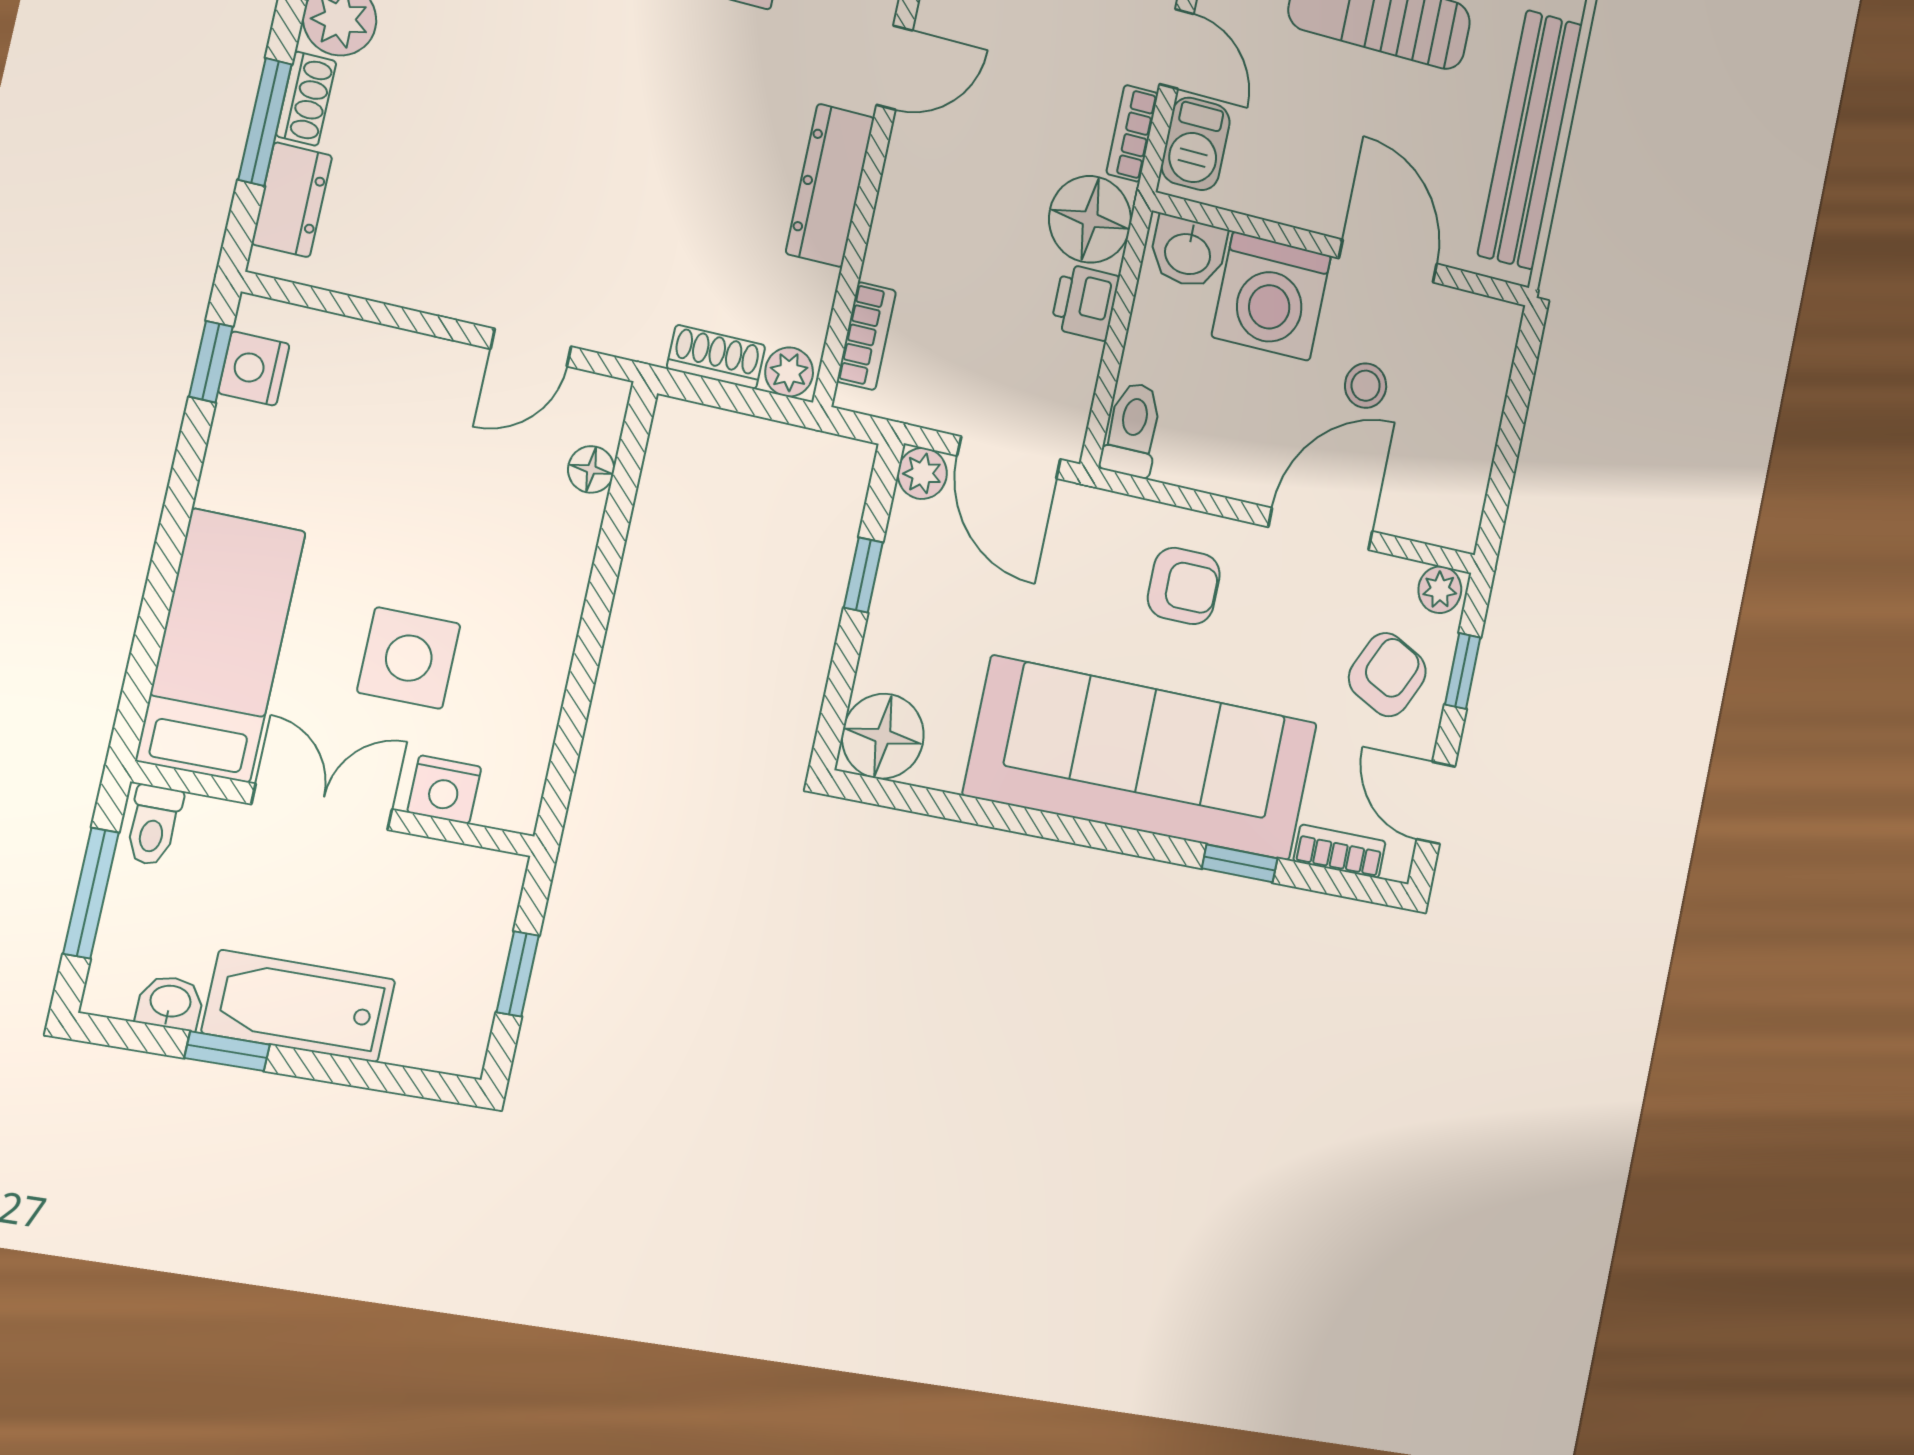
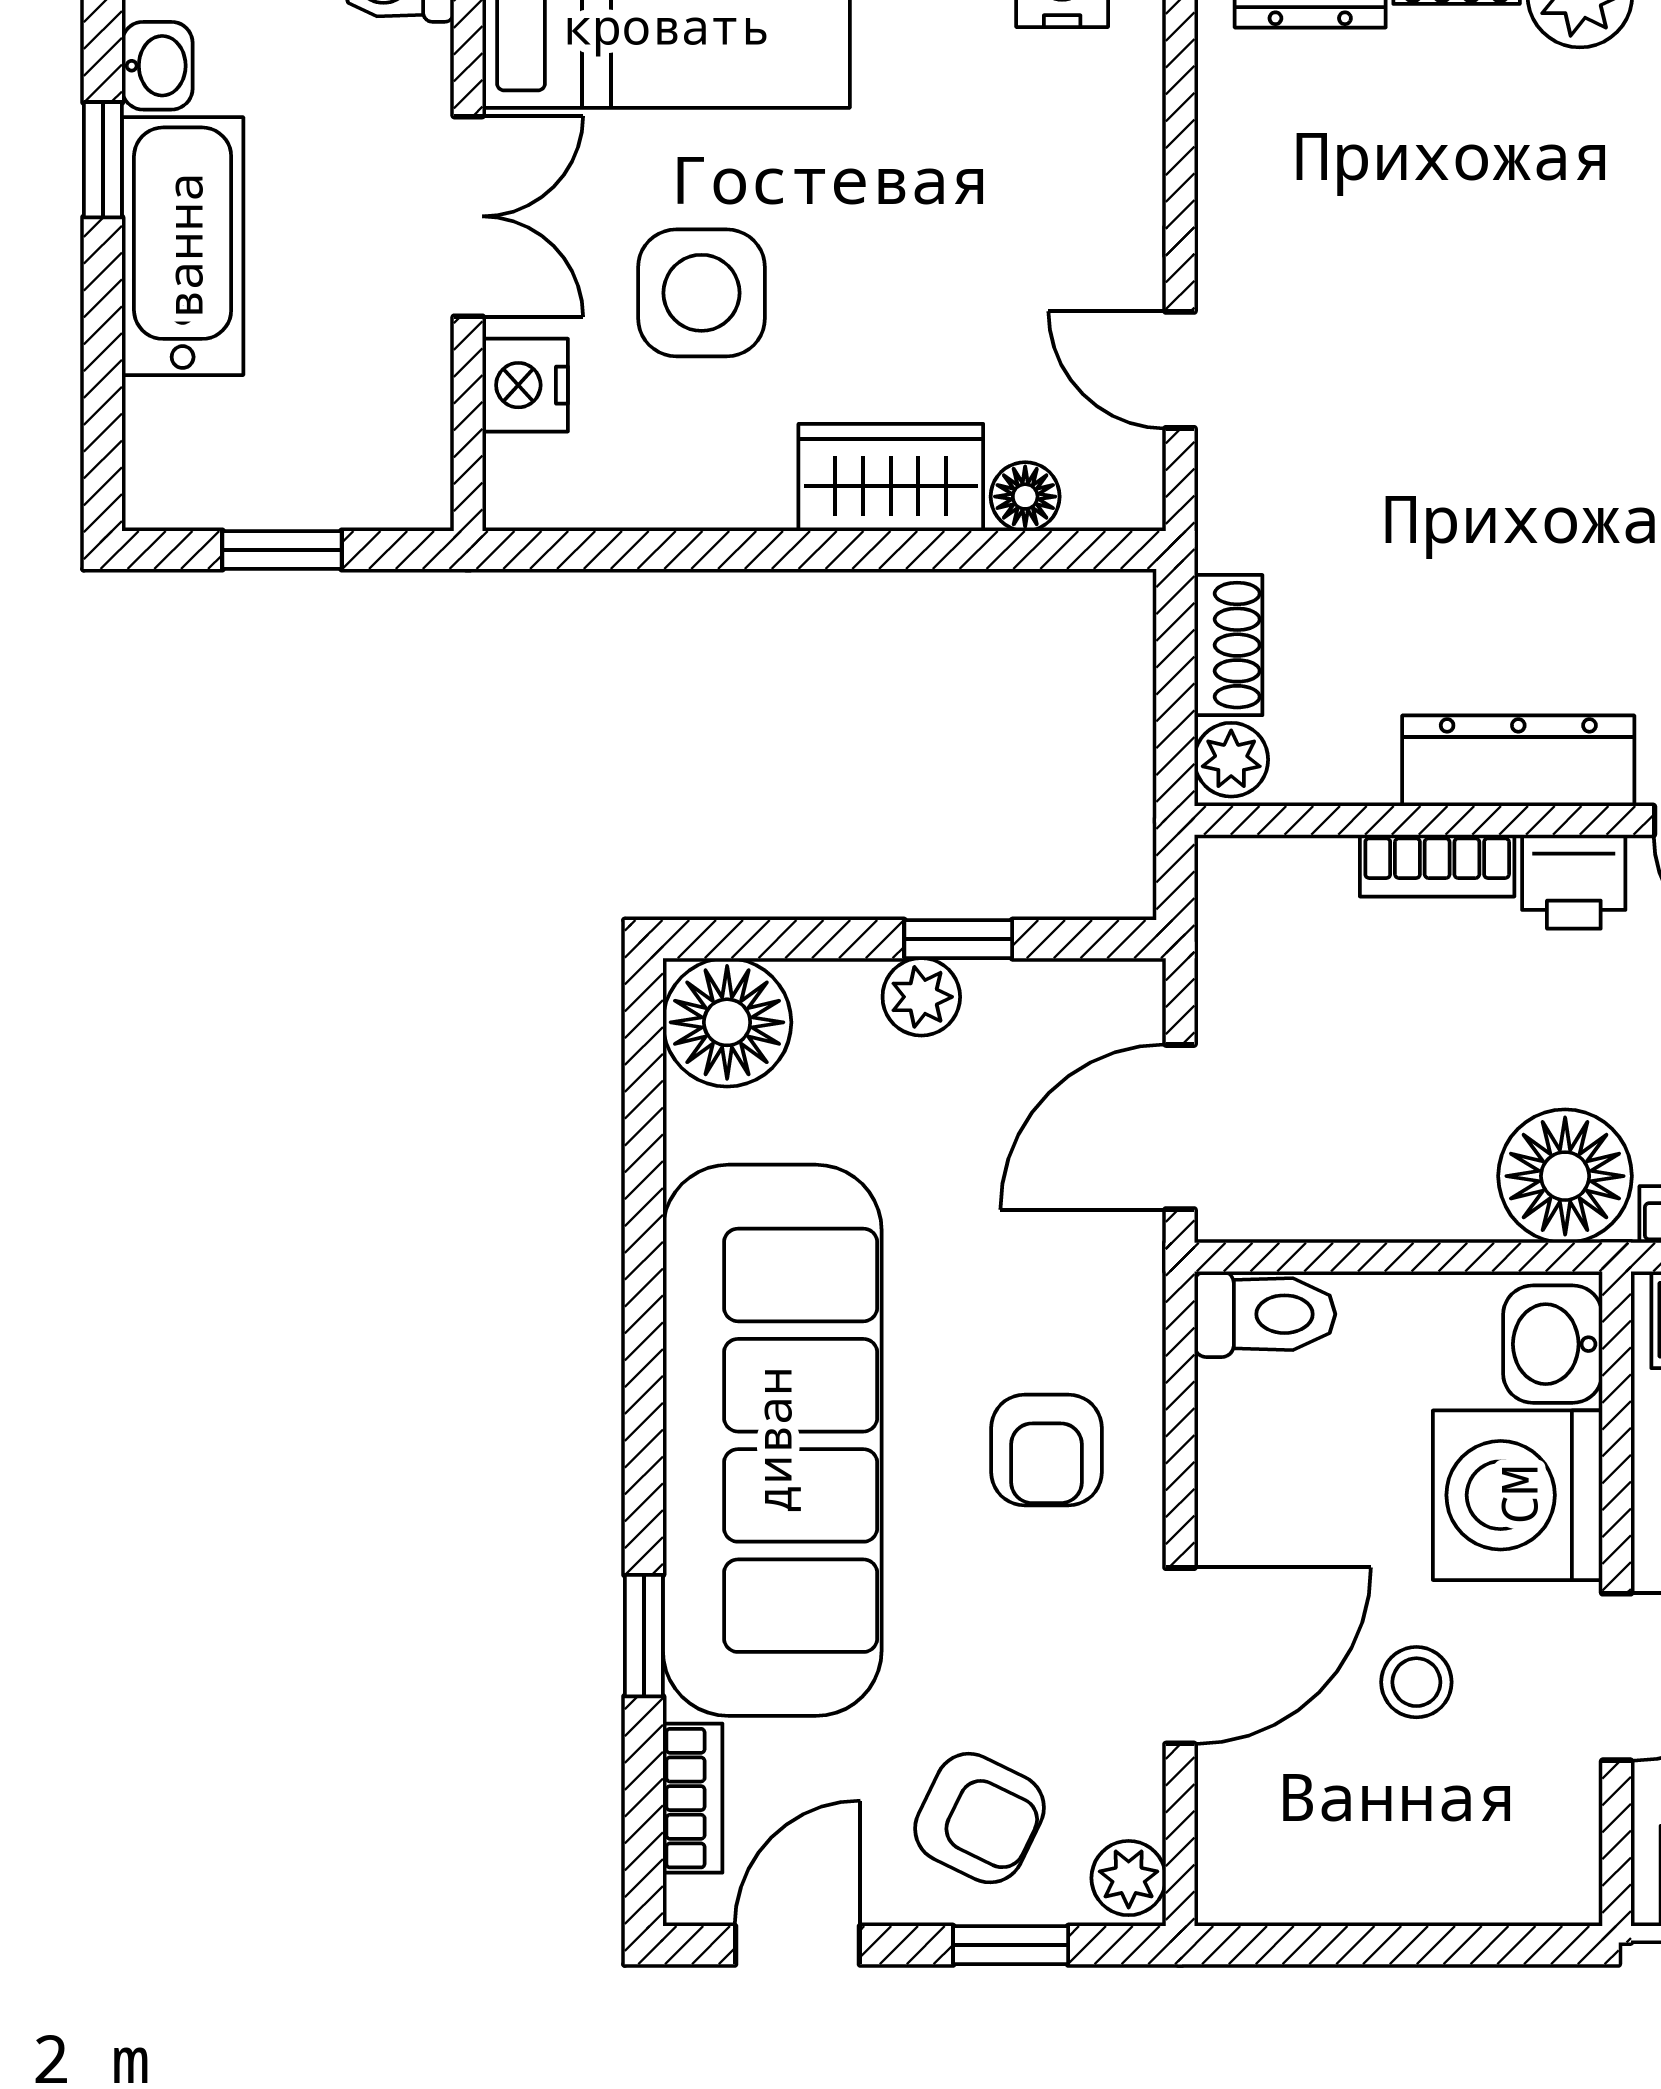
printer: (1085, 302) -> (1574, 882), moved, turned 180
bookcase: (866, 336) -> (1437, 866), moved
plant: (922, 473) -> (921, 997), moved
door: (1320, 529) -> (1180, 1656), hinge flipped
wardrobe: (559, 556) -> (891, 477), added

